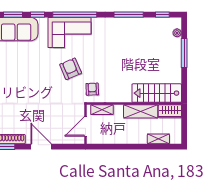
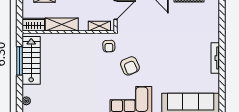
window: (184, 53) -> (19, 61), moved
stairs: (157, 93) -> (31, 60), moved, turned -90

